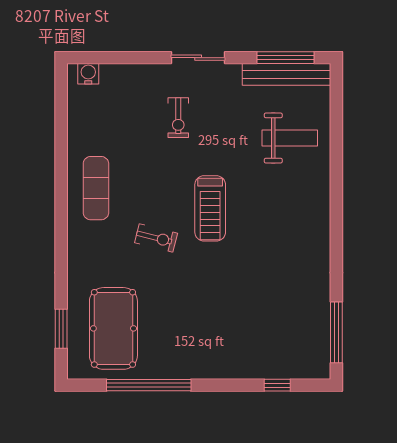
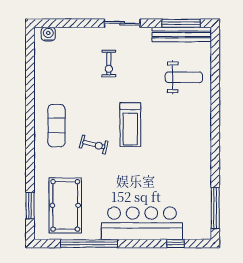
exercise mat: (96, 188) -> (56, 126), moved
bar counter: (227, 355) -> (142, 223), added

